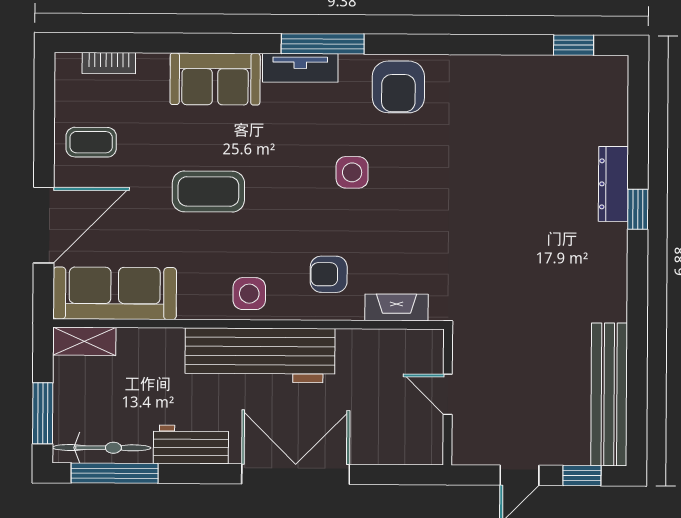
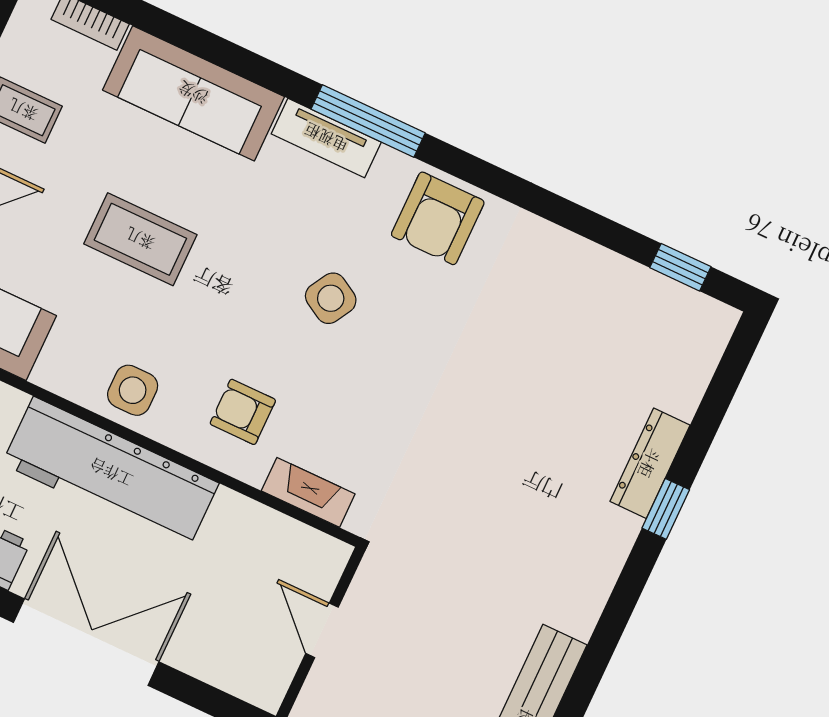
sofa: (215, 79) -> (193, 93), width x1.36
side table: (352, 172) -> (331, 298), turned 30

